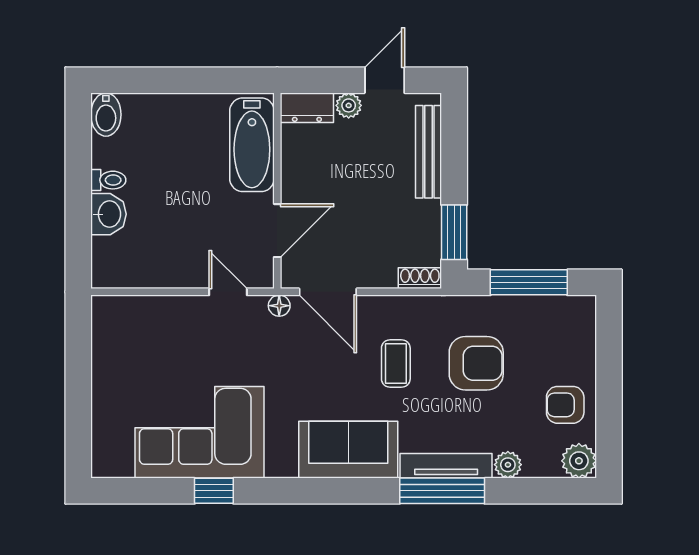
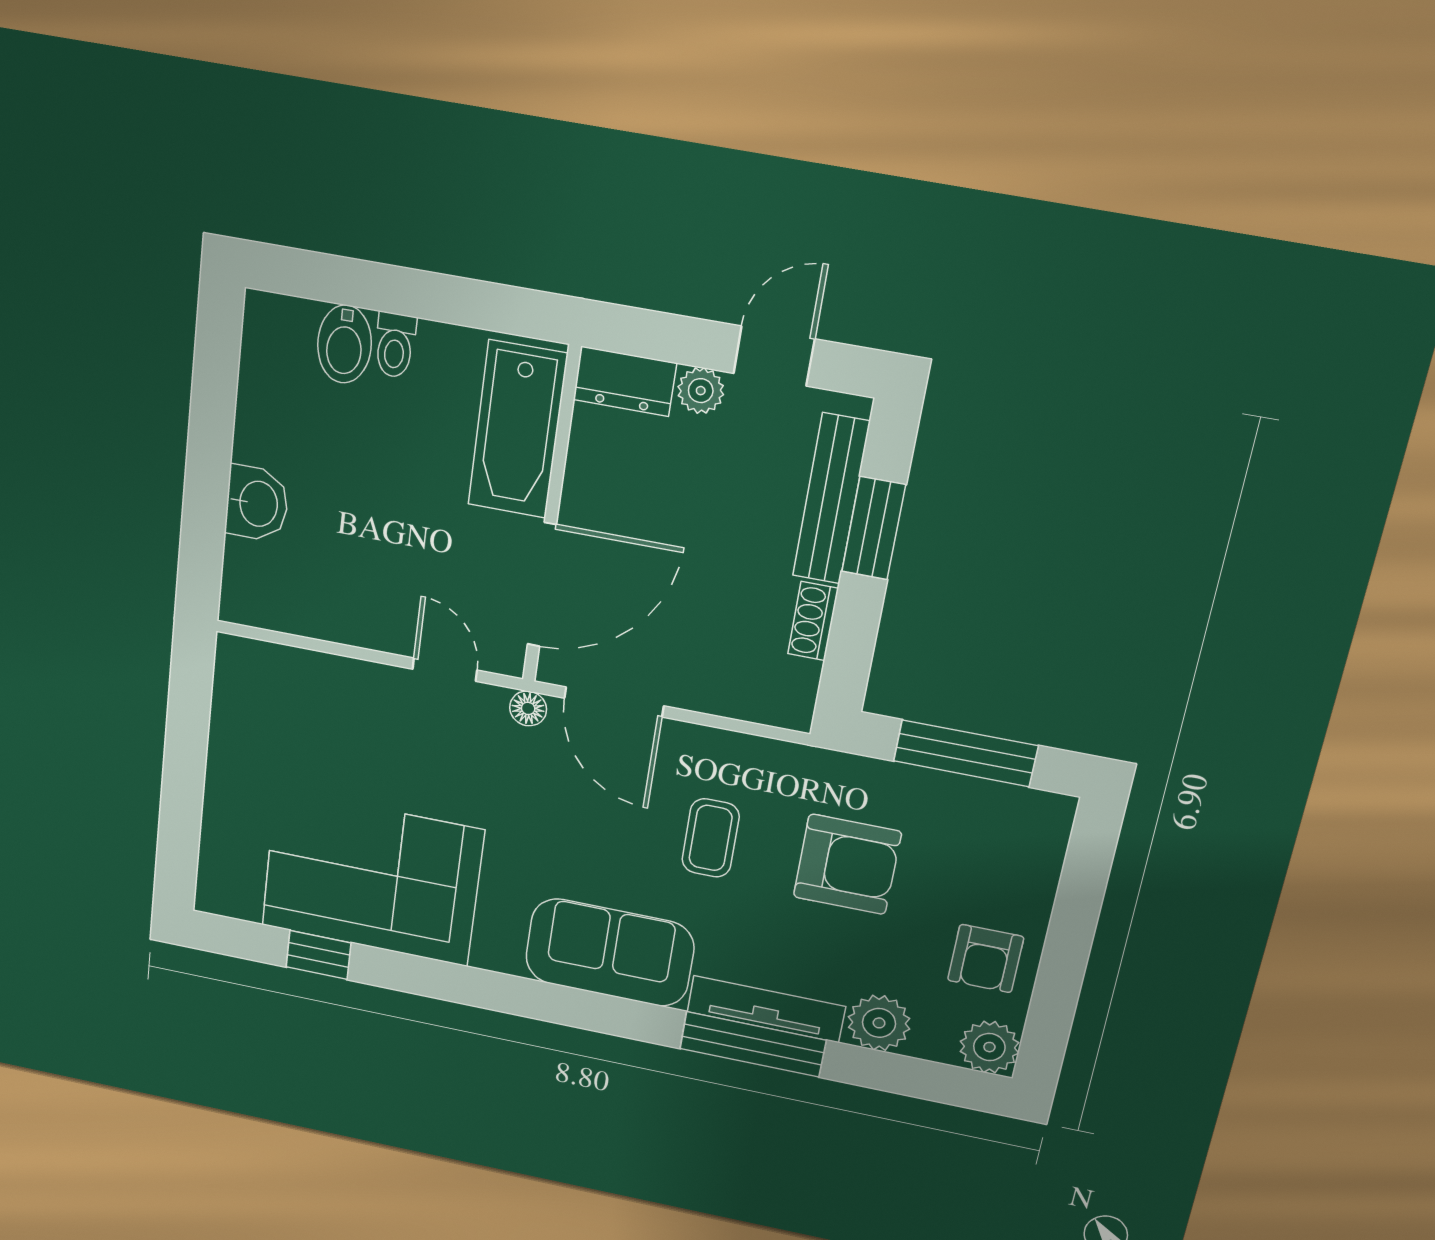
bidet: (106, 115) -> (344, 344), moved
toilet: (108, 180) -> (395, 345), moved, turned 90
door: (277, 231) -> (542, 585), width x1.36
window: (454, 232) -> (874, 528), moved
shoe rack: (420, 278) -> (813, 621), moved, turned -90
armchair: (565, 405) -> (986, 959), turned -90
plant: (508, 465) -> (879, 1023), width x1.38, depth x1.38
window: (214, 491) -> (319, 955), moved

